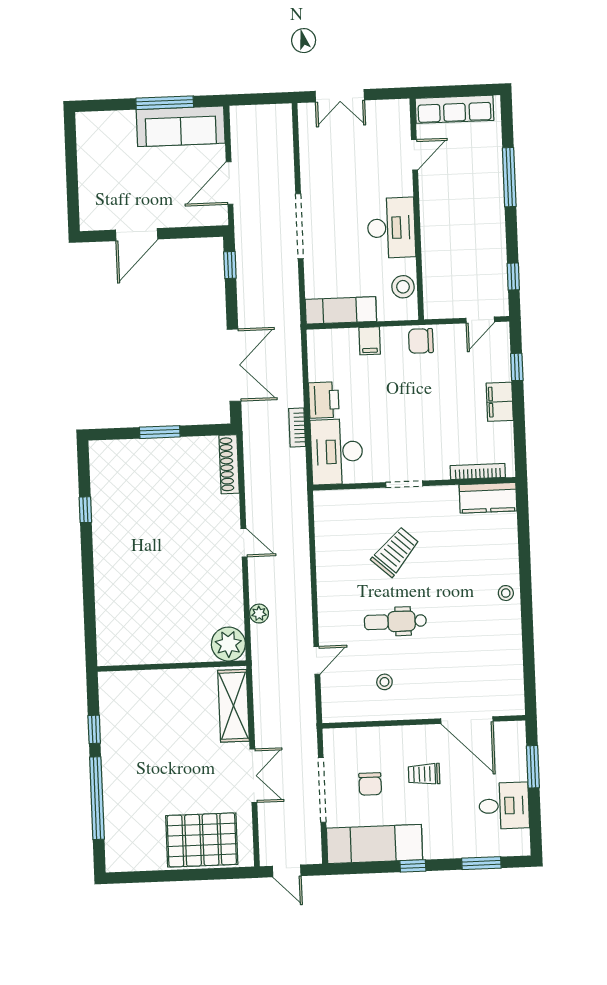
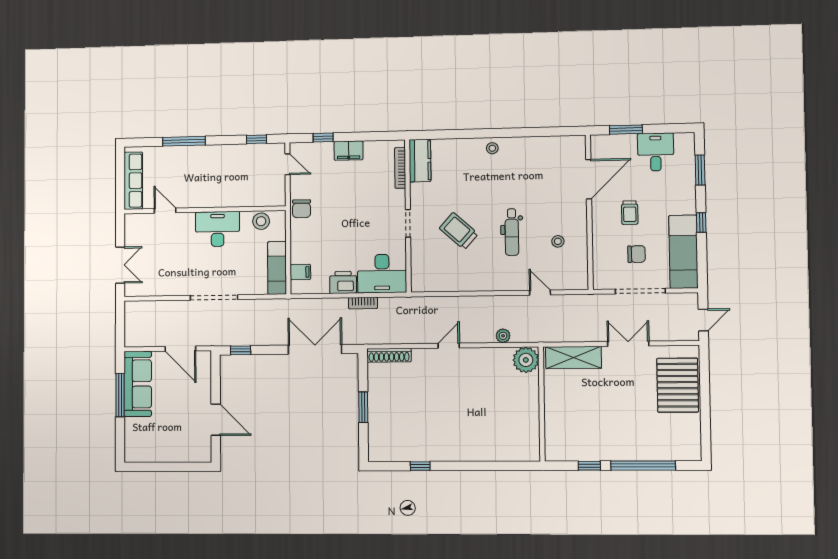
filing cabinet: (370, 341) -> (300, 272), moved

